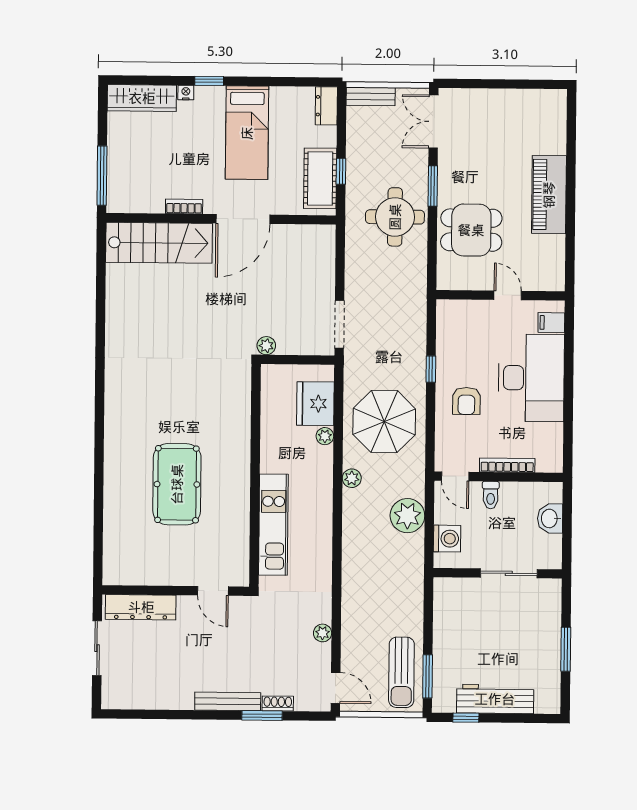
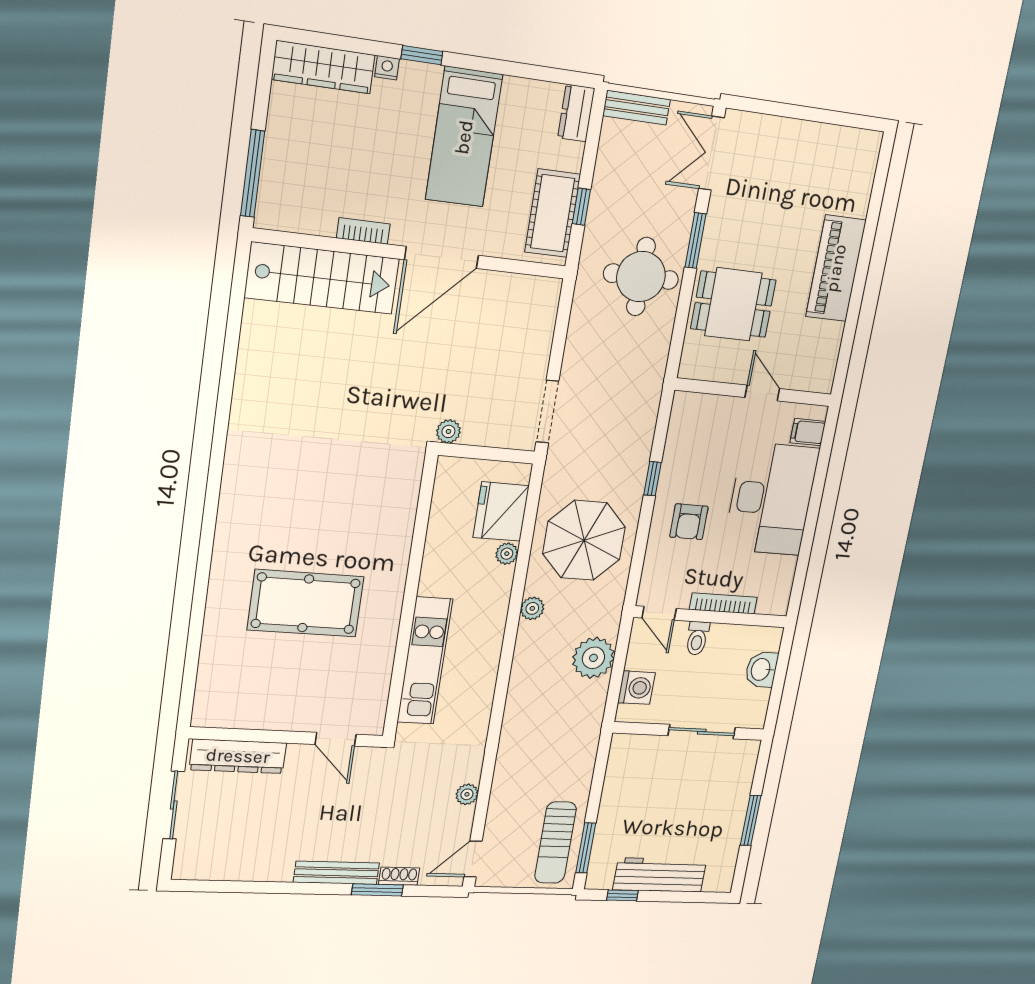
pool table: (177, 484) -> (306, 603), turned 90
door: (336, 688) -> (473, 859), swing flipped

